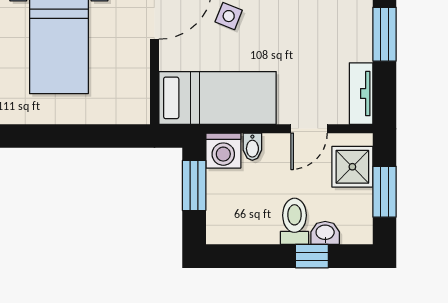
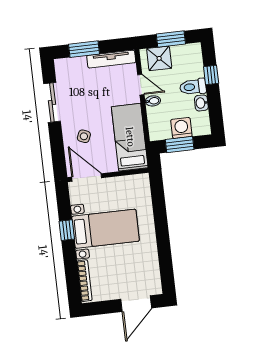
tv unit: (361, 94) -> (111, 59), width x1.41
bidet: (252, 147) -> (153, 101), moved
washing machine: (223, 151) -> (181, 128), moved, turned -90
washbasin: (325, 233) -> (201, 103), moved

